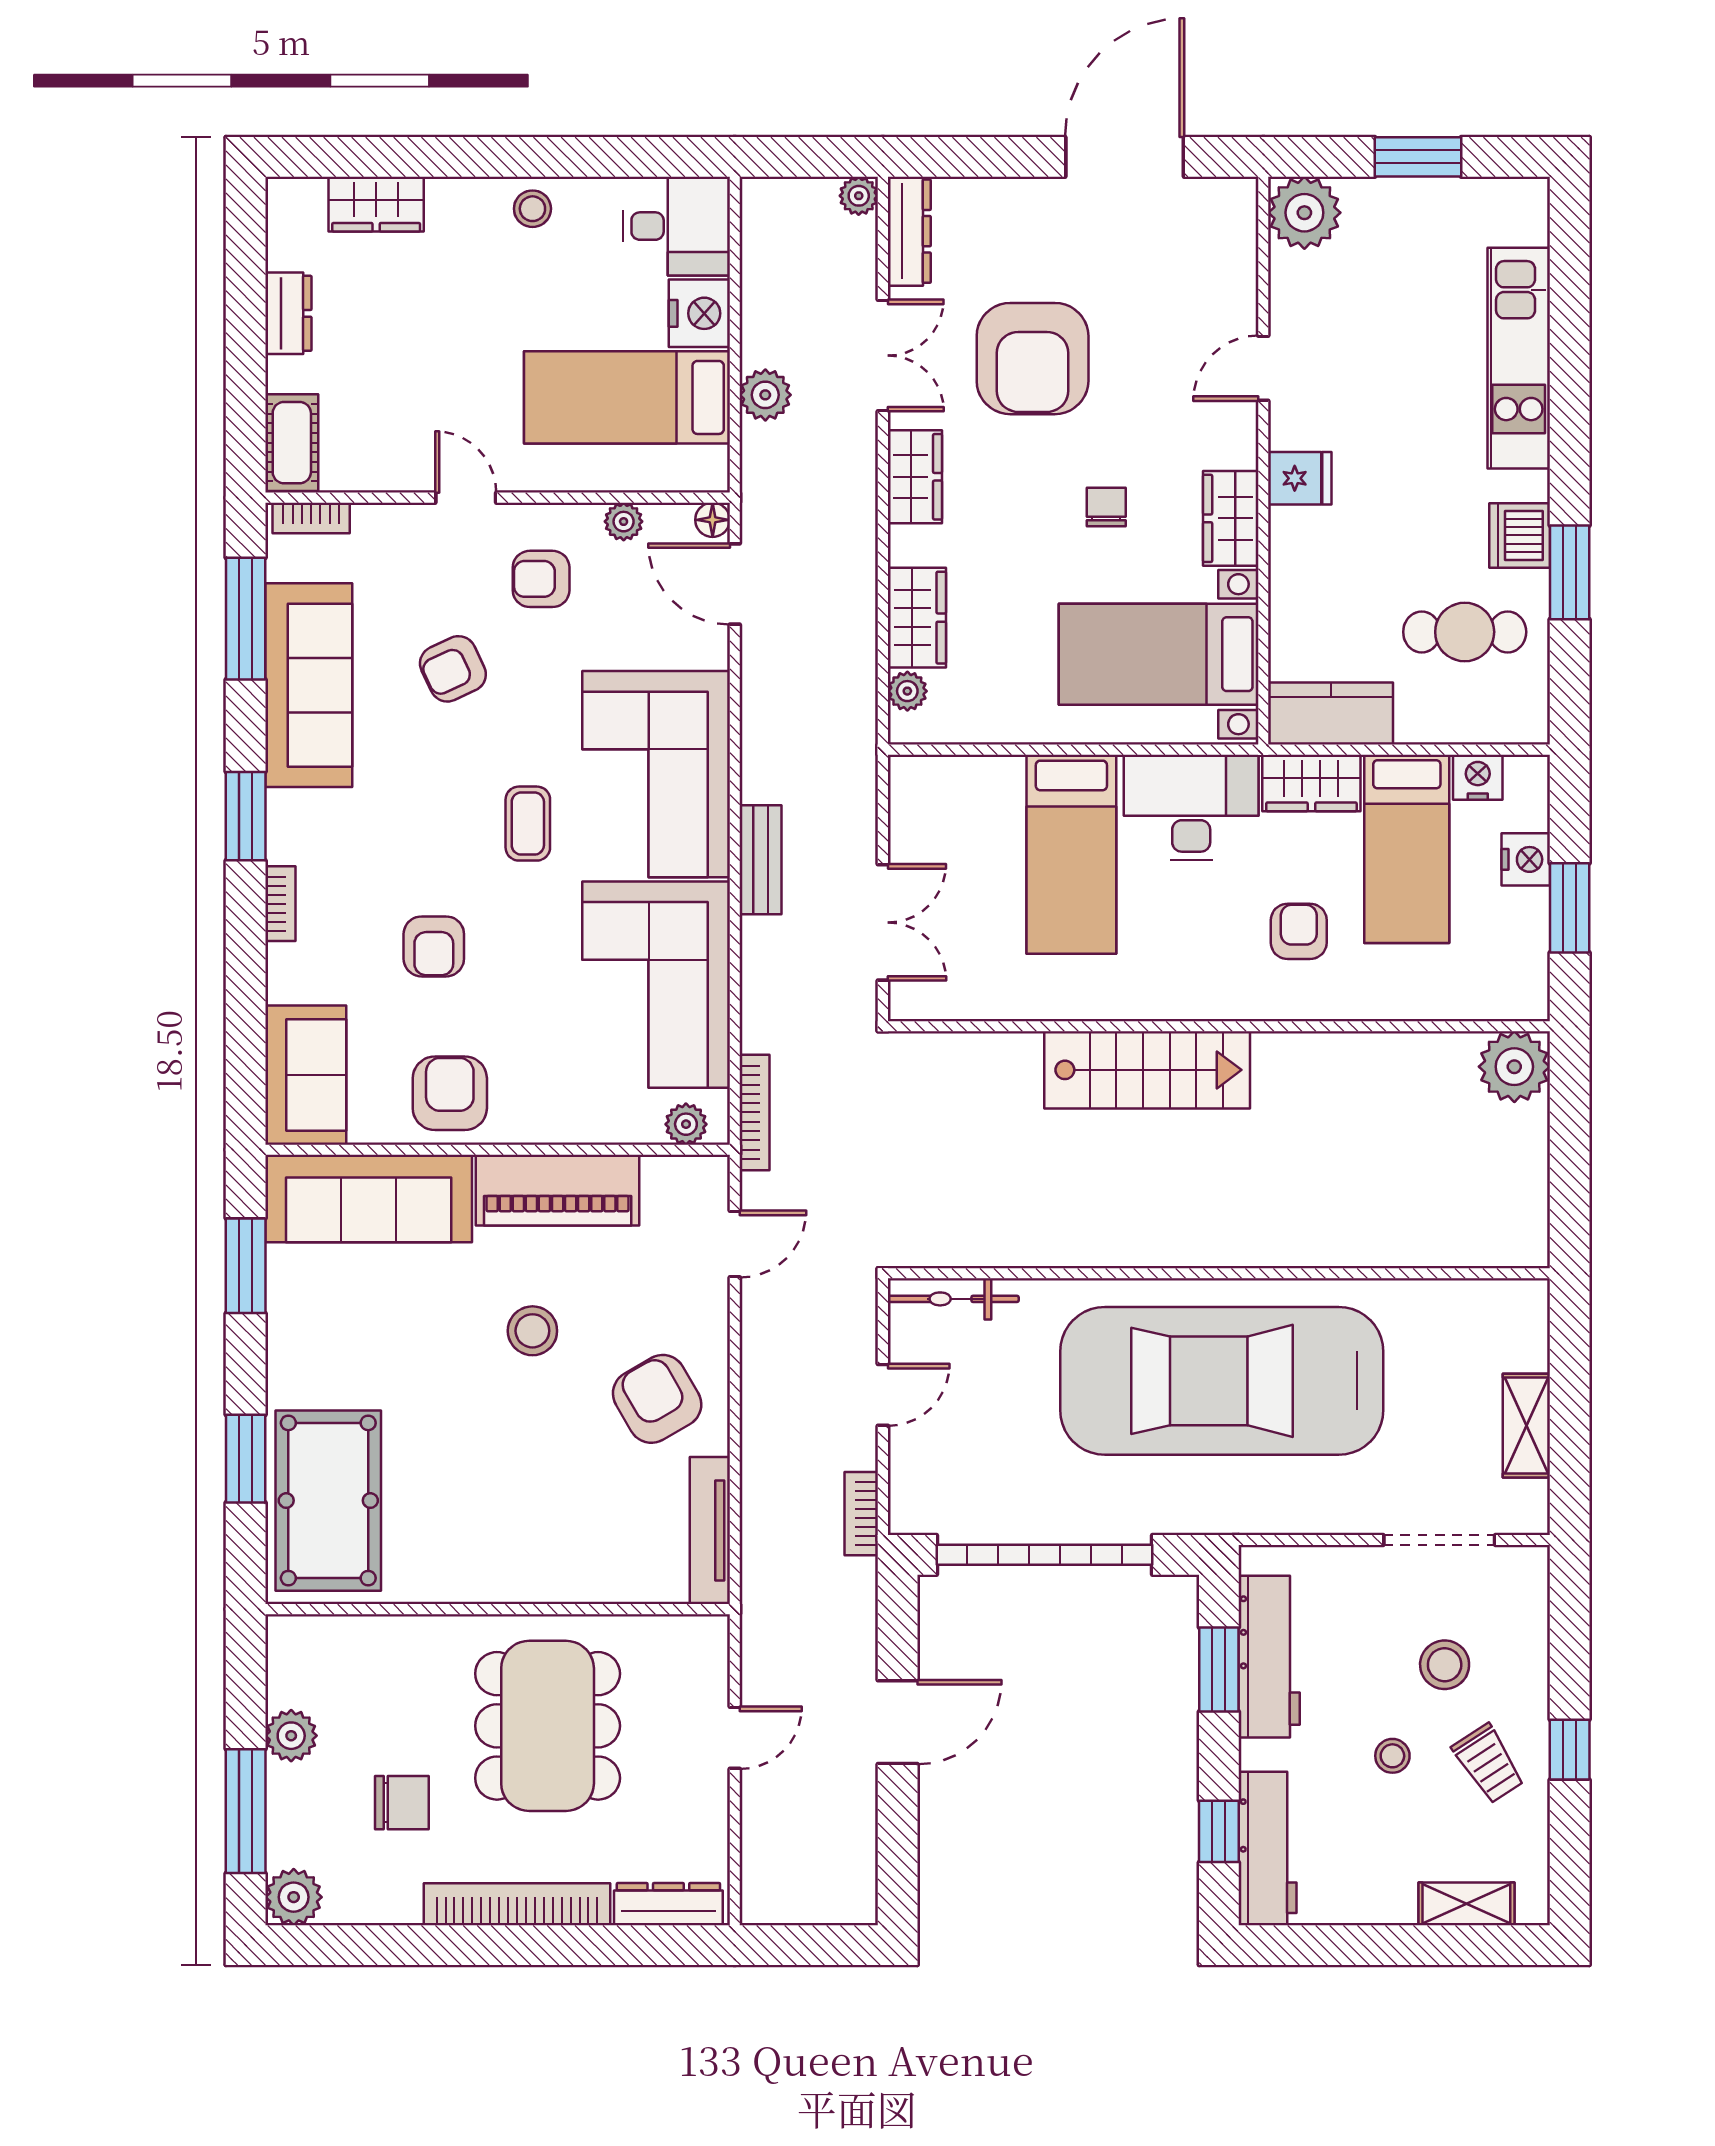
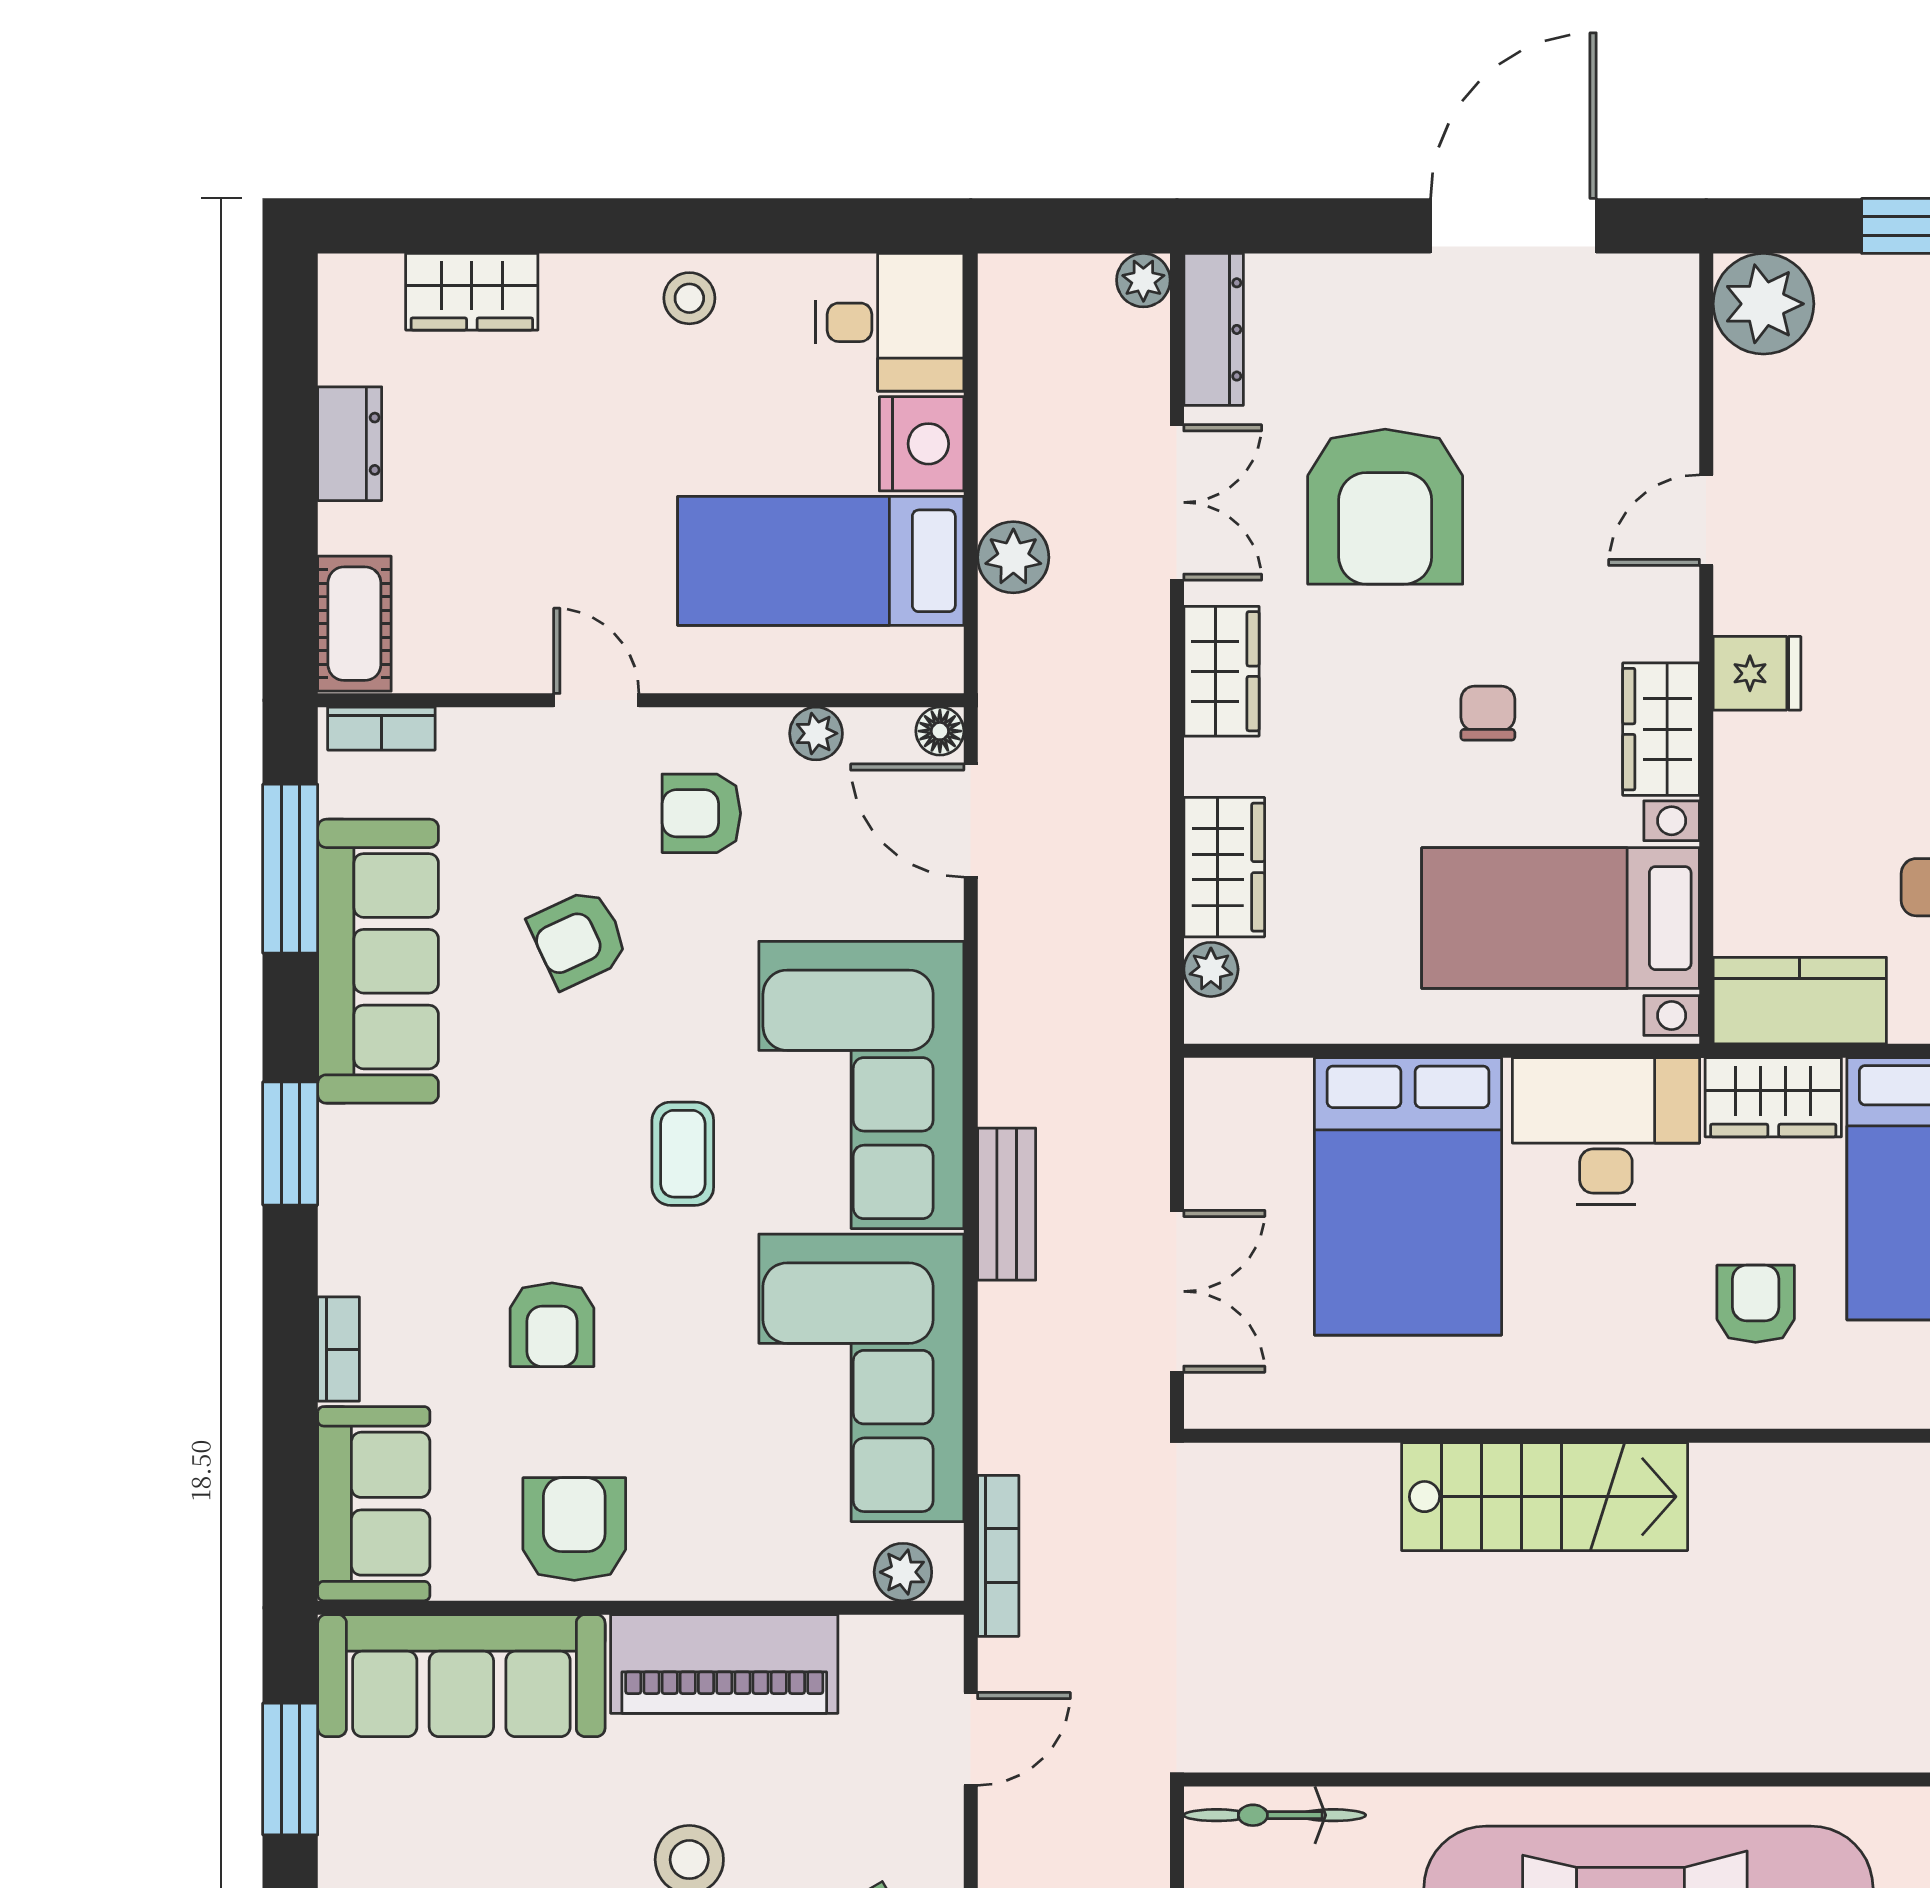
bed: (1071, 854) -> (1408, 1196), width x1.50
bookcase: (280, 904) -> (339, 1349), moved

